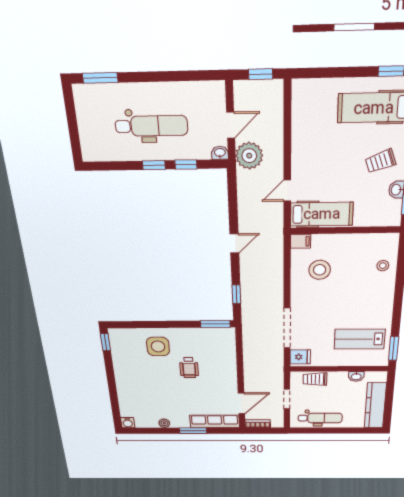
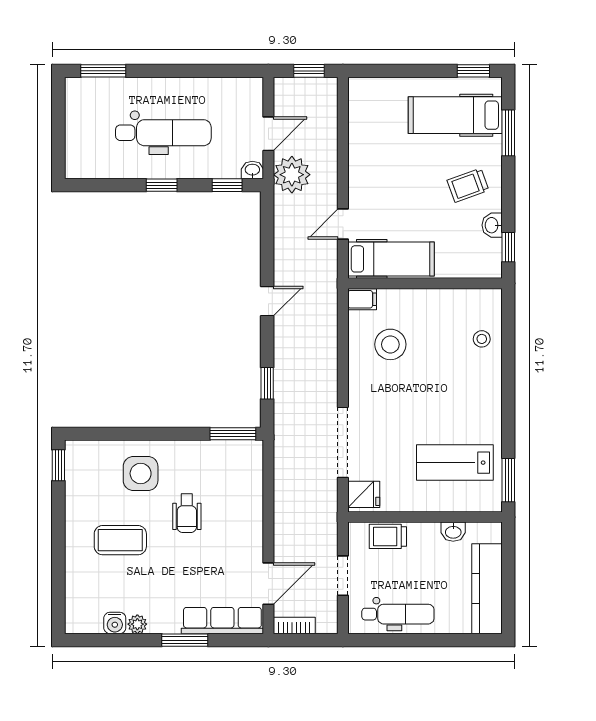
window: (186, 165) -> (227, 185), moved
coffee table: (149, 382) -> (120, 540), added
water cooler: (128, 423) -> (115, 623), moved

